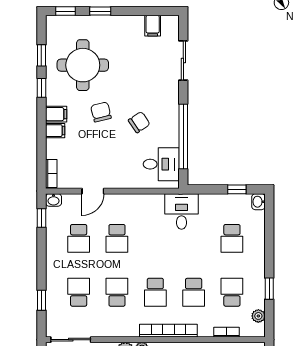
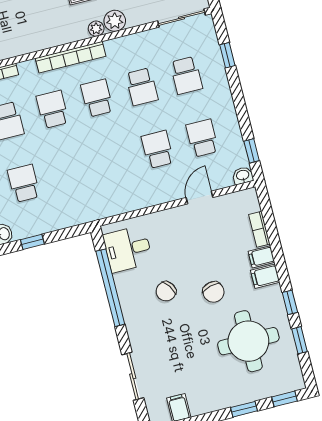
bookcase: (51, 174) -> (259, 229), moved
desk: (182, 211) -> (90, 200), removed

